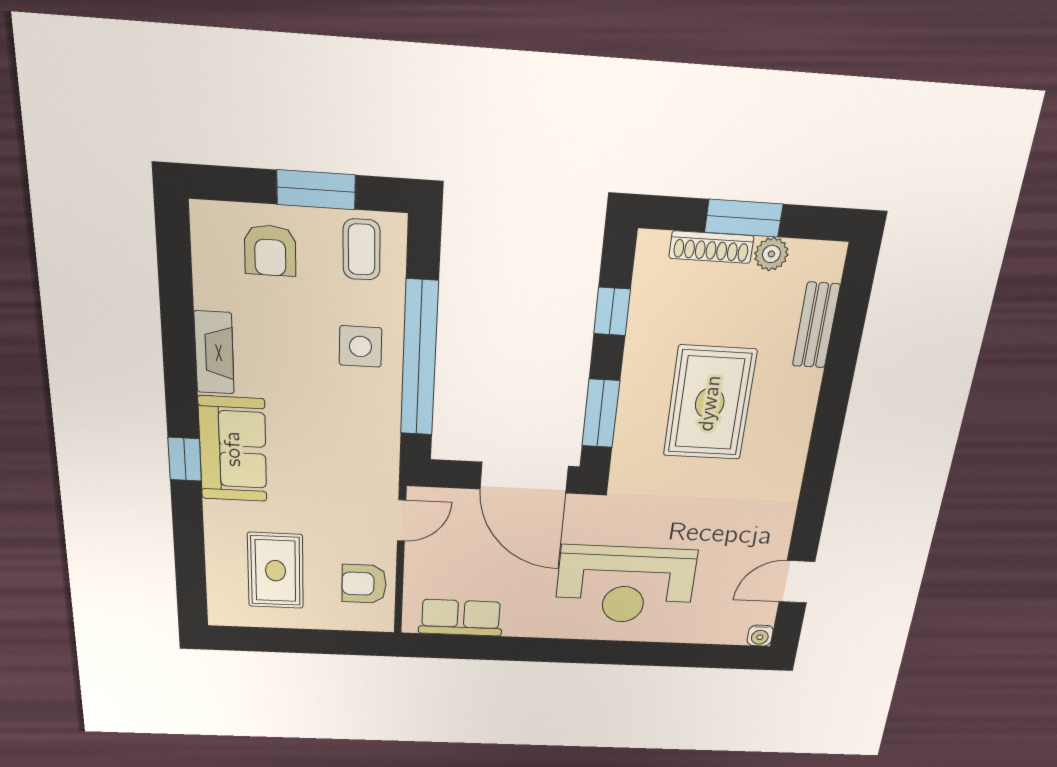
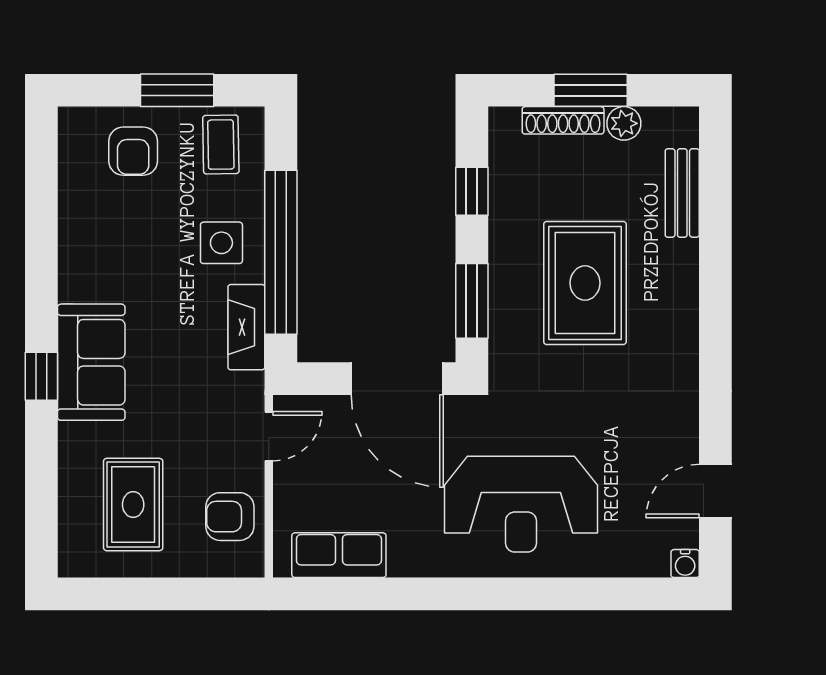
fireplace: (214, 353) -> (246, 327), moved, turned 180

